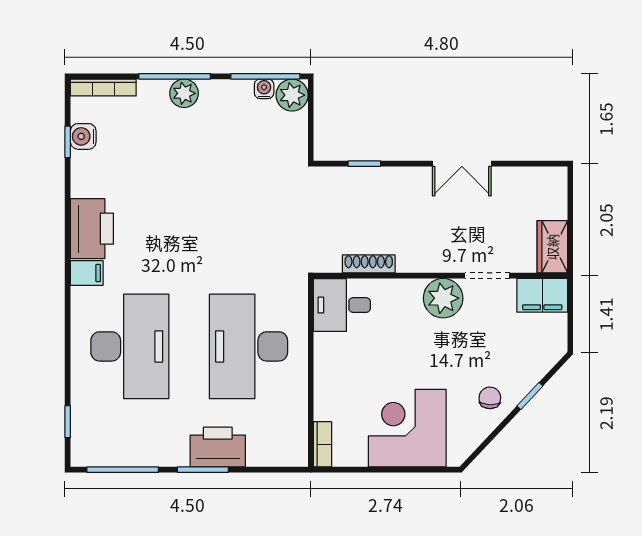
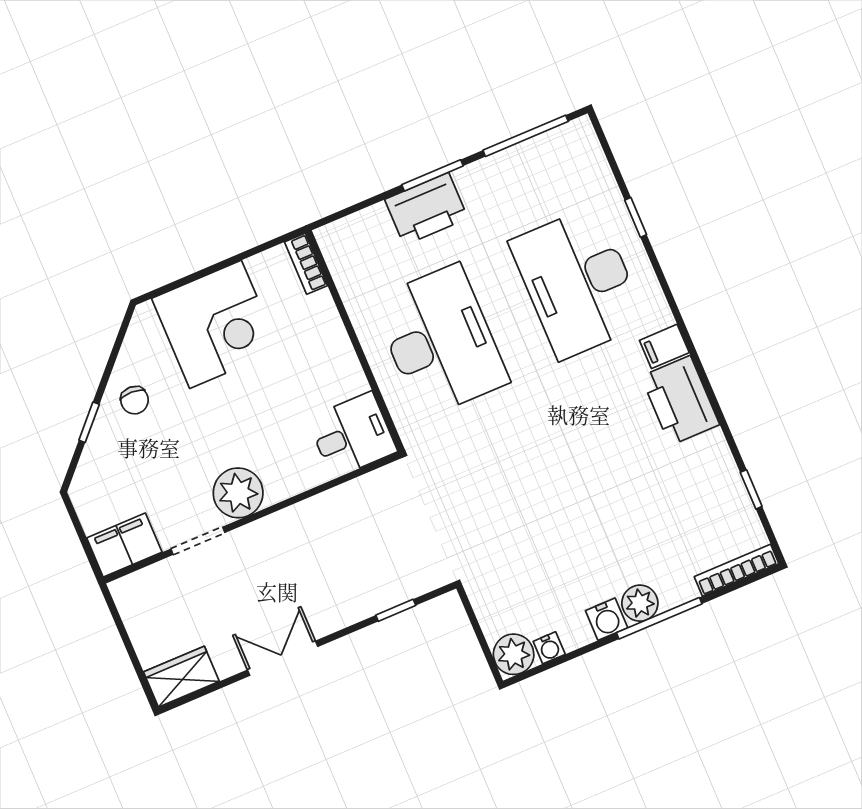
window: (265, 76) -> (554, 663), removed
water cooler: (83, 136) -> (607, 619), moved, turned 90
wardrobe: (552, 247) -> (181, 677), moved, turned -90
shoe rack: (369, 264) -> (341, 496), removed
window: (68, 422) -> (636, 217), moved

